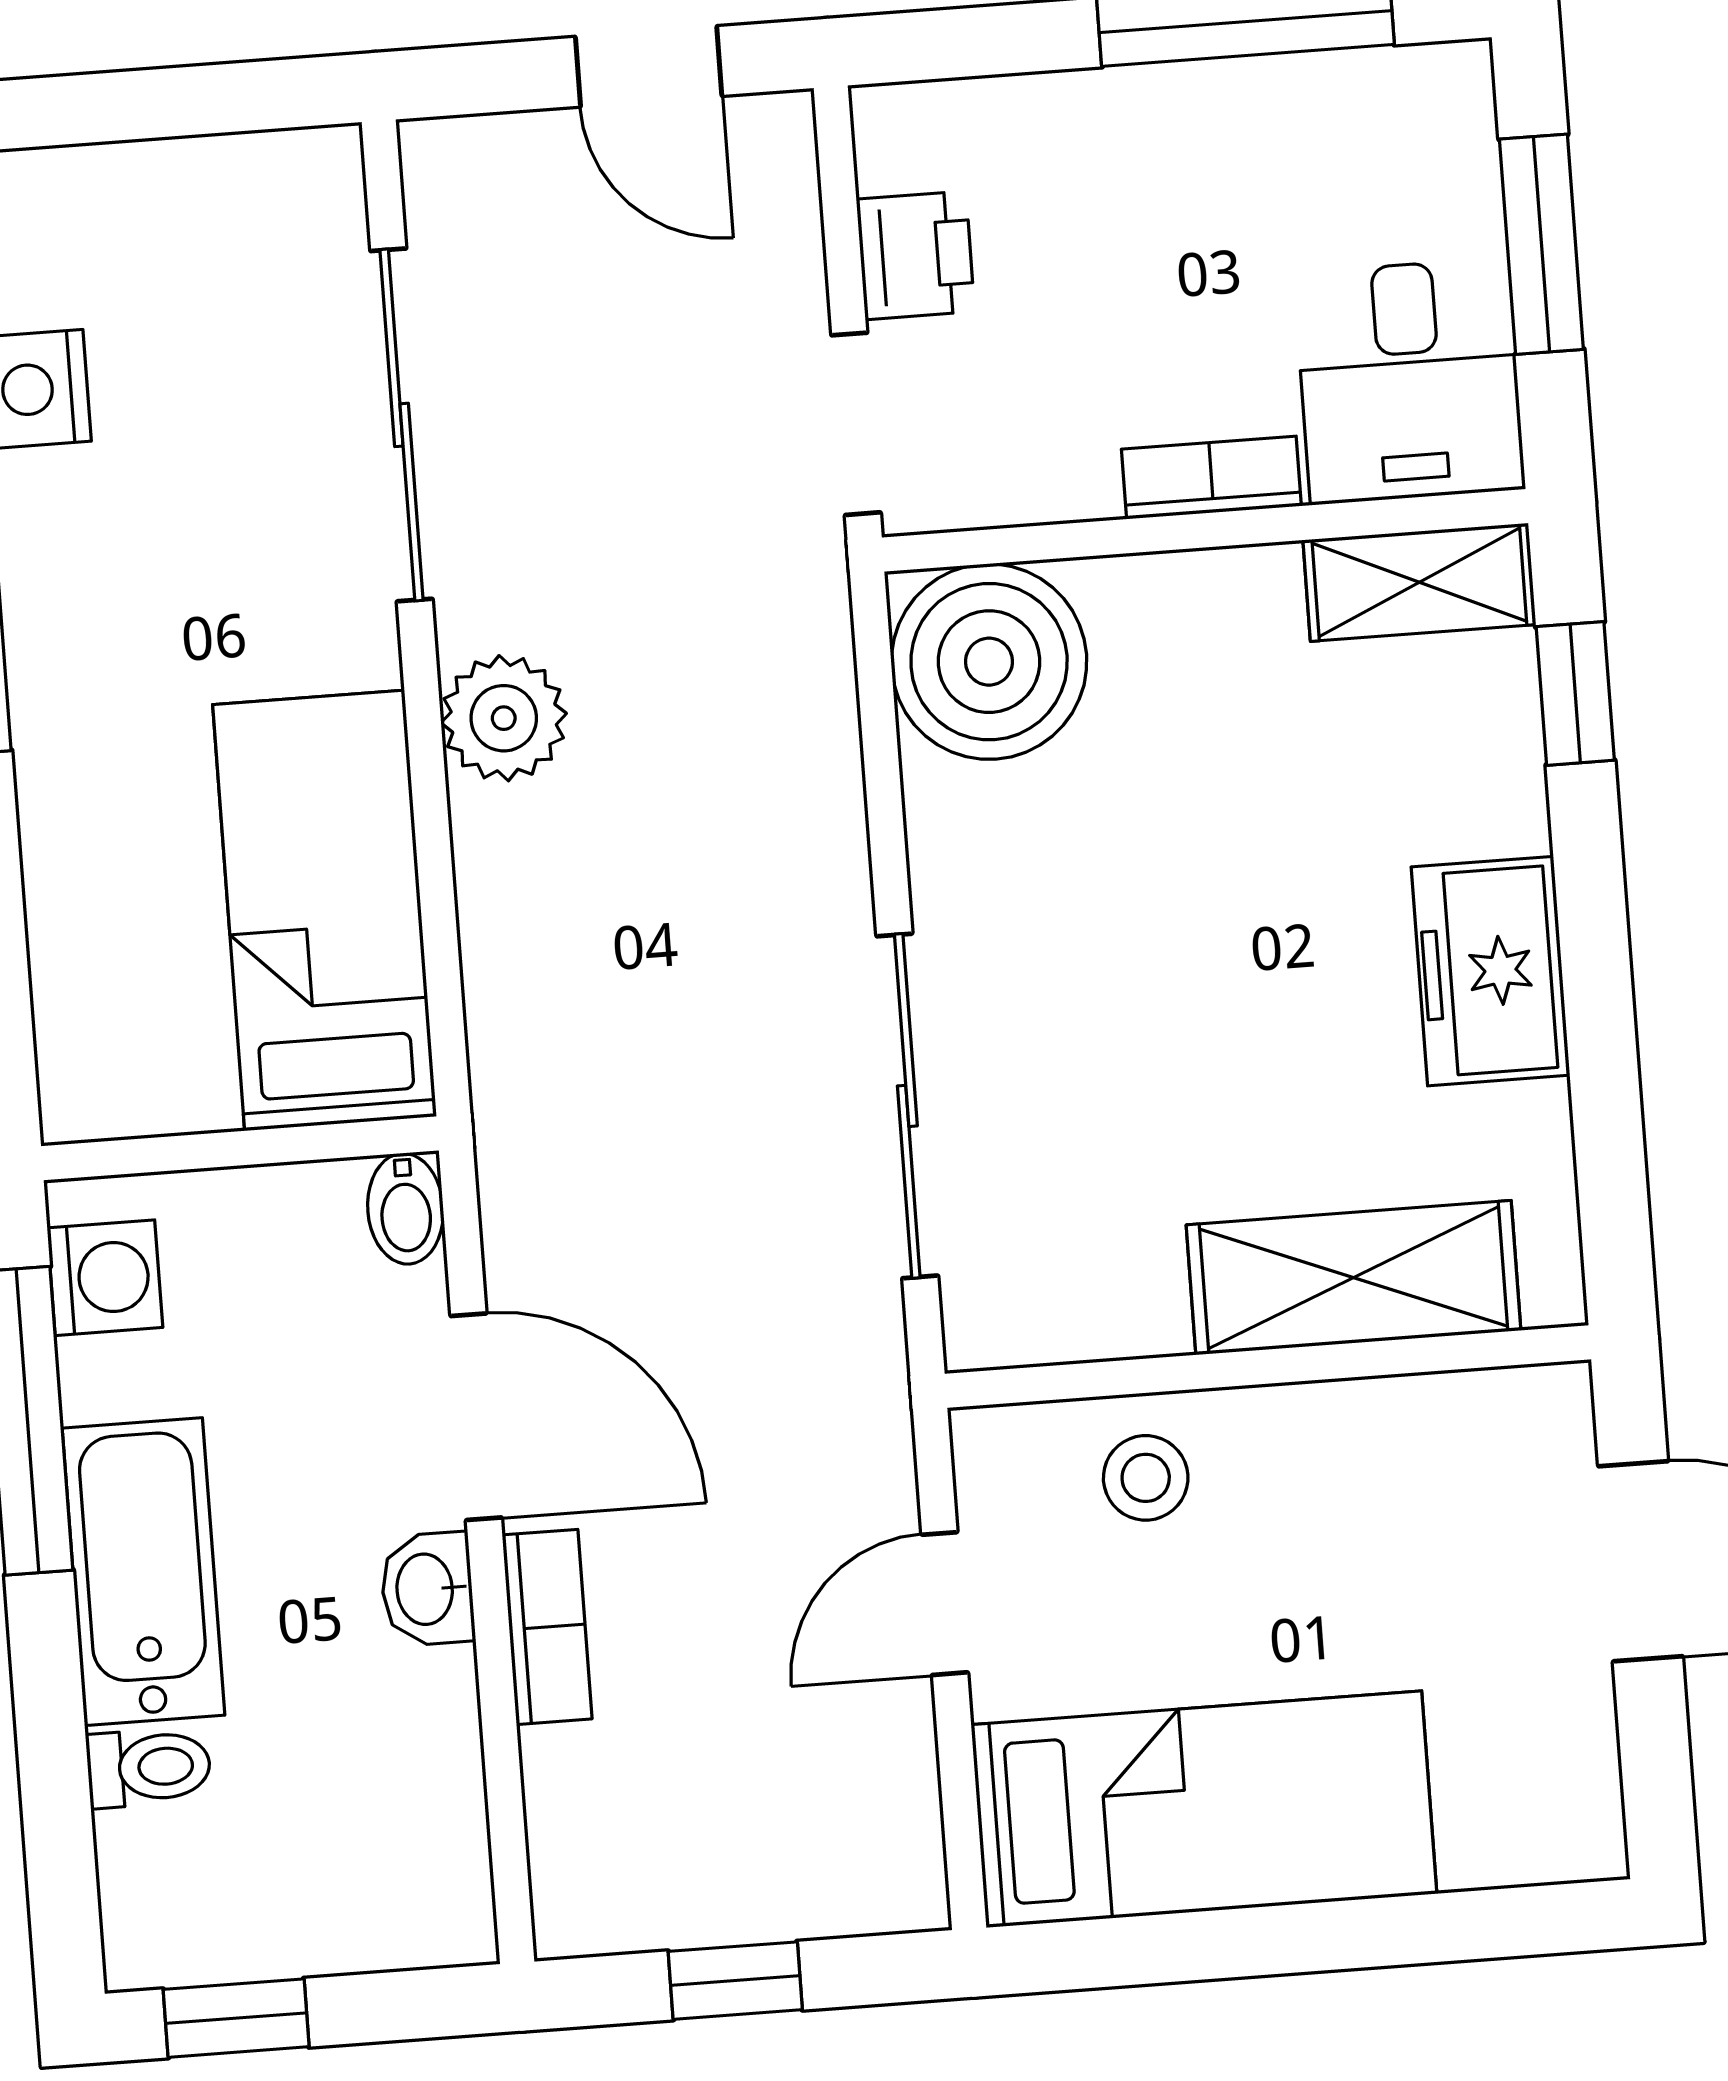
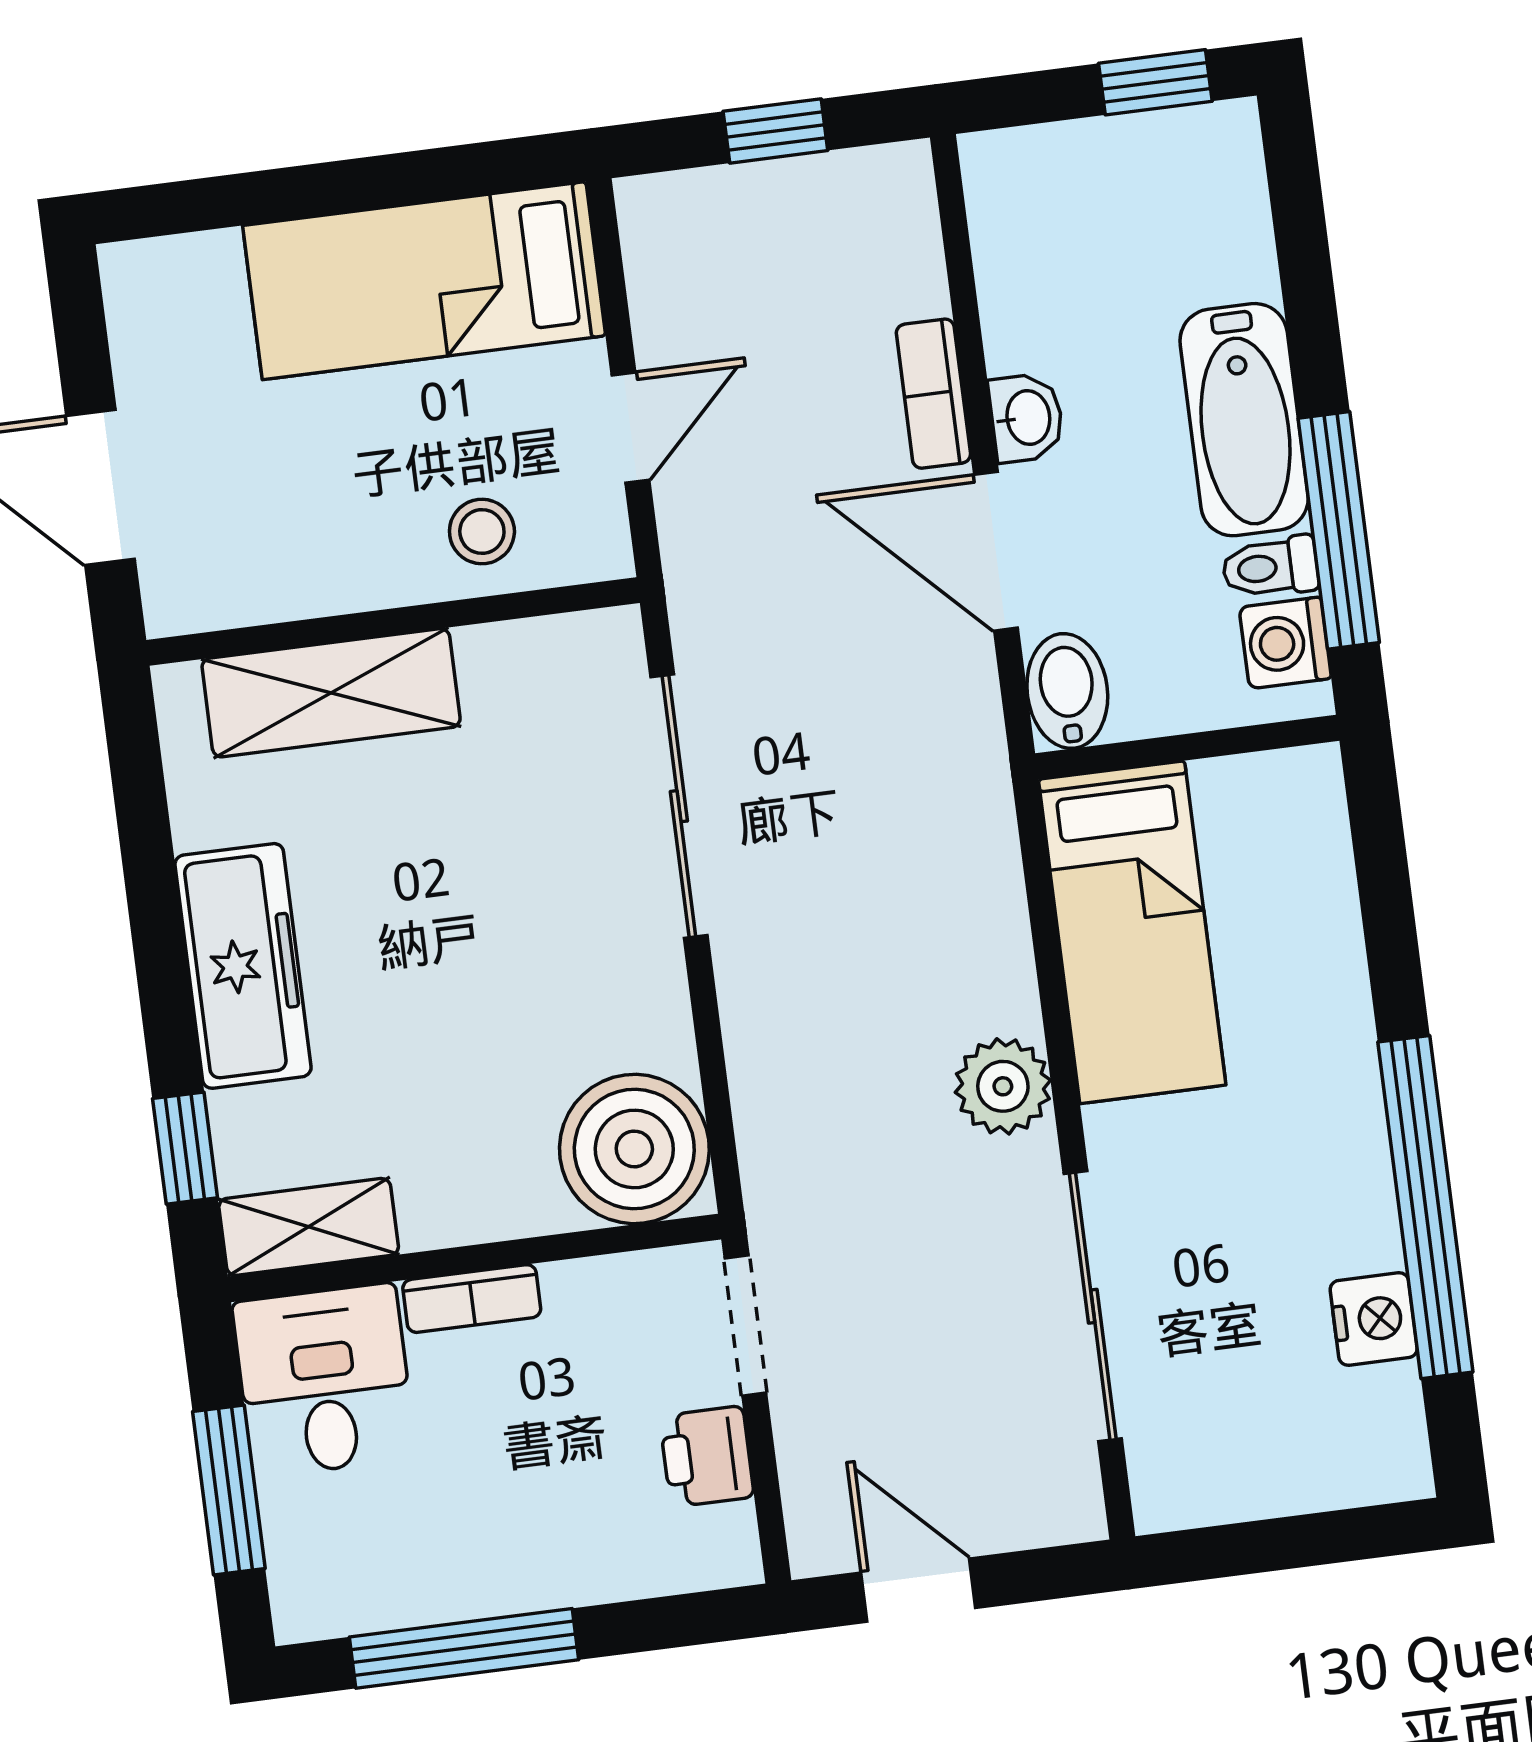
freezer: (1490, 971) -> (243, 966), width x1.40
bidet: (406, 1209) -> (1067, 691), width x1.38, depth x1.36
toilet: (149, 1767) -> (1270, 567), moved

